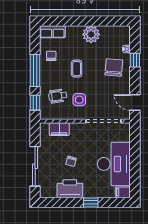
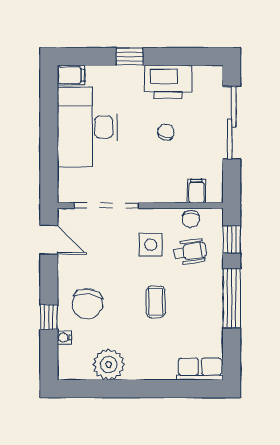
plant: (91, 34) -> (109, 364), moved
chair: (51, 56) -> (191, 219), moved
filing cabinet: (59, 129) -> (196, 191), width x0.50

